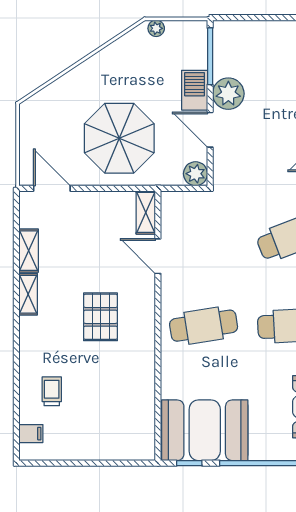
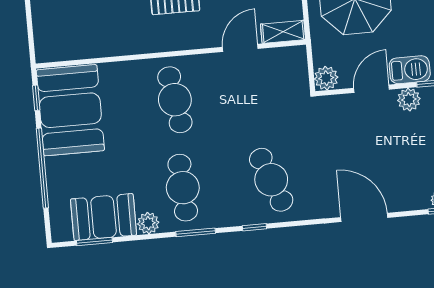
plant: (228, 94) -> (409, 100), width x0.73, depth x0.73

